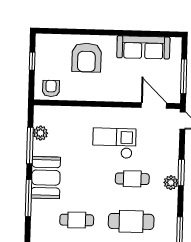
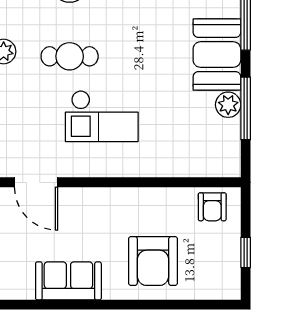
sofa: (143, 47) -> (68, 281), width x0.73
armchair: (87, 58) -> (153, 261), turned 180
plant: (40, 133) -> (228, 105), moved

